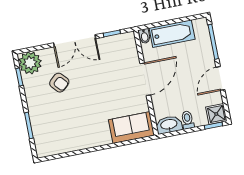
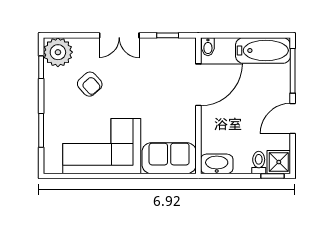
bathtub: (172, 34) -> (263, 51), moved
double door: (75, 41) -> (119, 35), width x0.73
door: (145, 79) -> (198, 85), moved
toilet: (188, 120) -> (259, 162), moved
corner sofa: (78, 128) -> (102, 146), added

